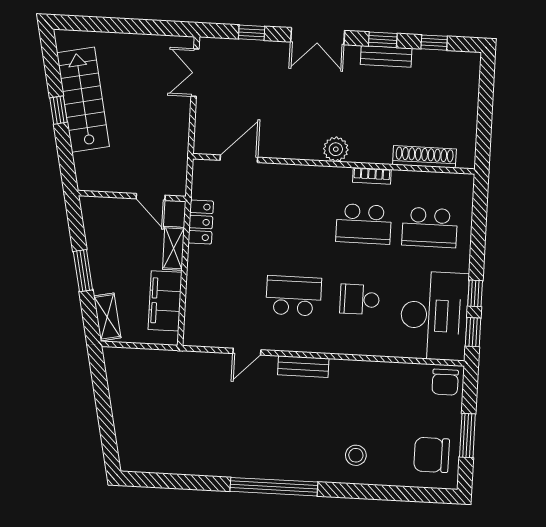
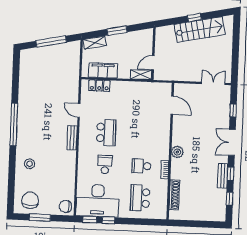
locker: (201, 222) -> (99, 86), moved
school desk: (364, 224) -> (141, 166), width x0.54
shelving: (173, 248) -> (141, 75), moved
window: (104, 407) -> (51, 42), added

